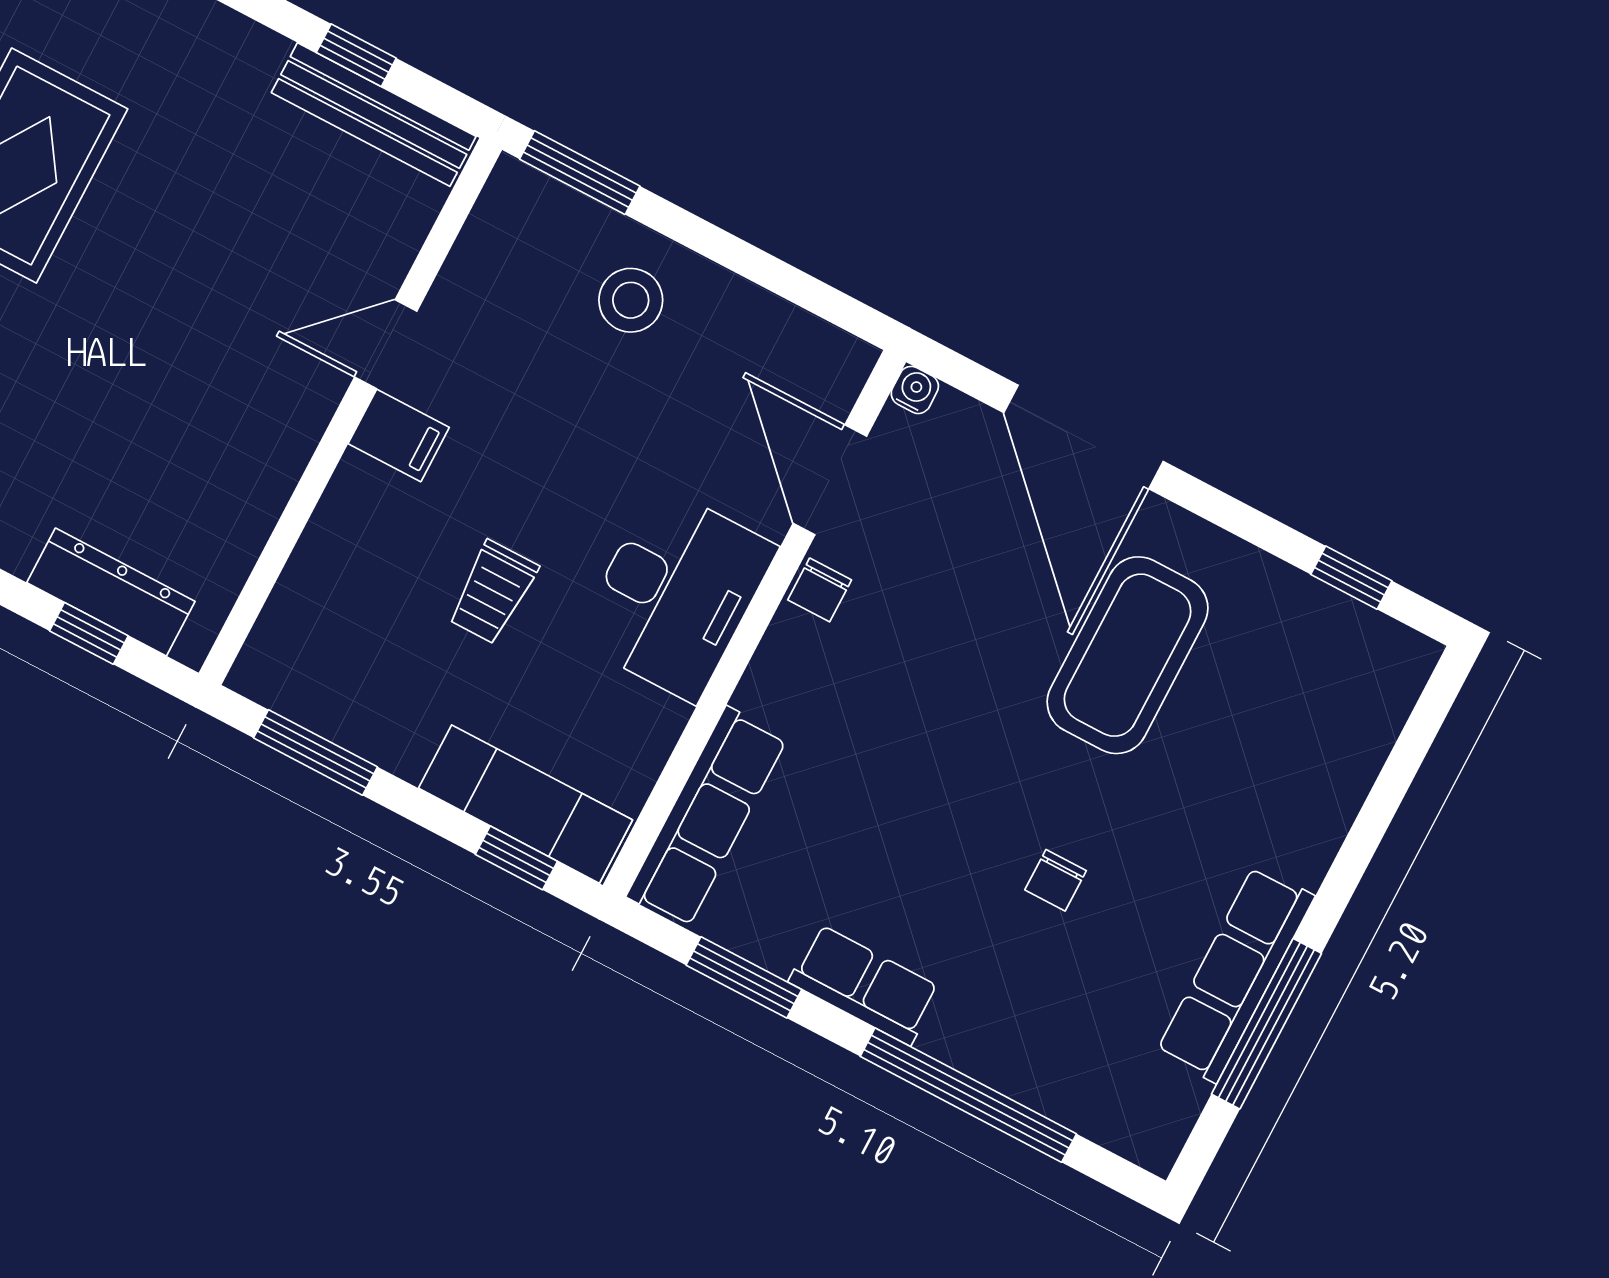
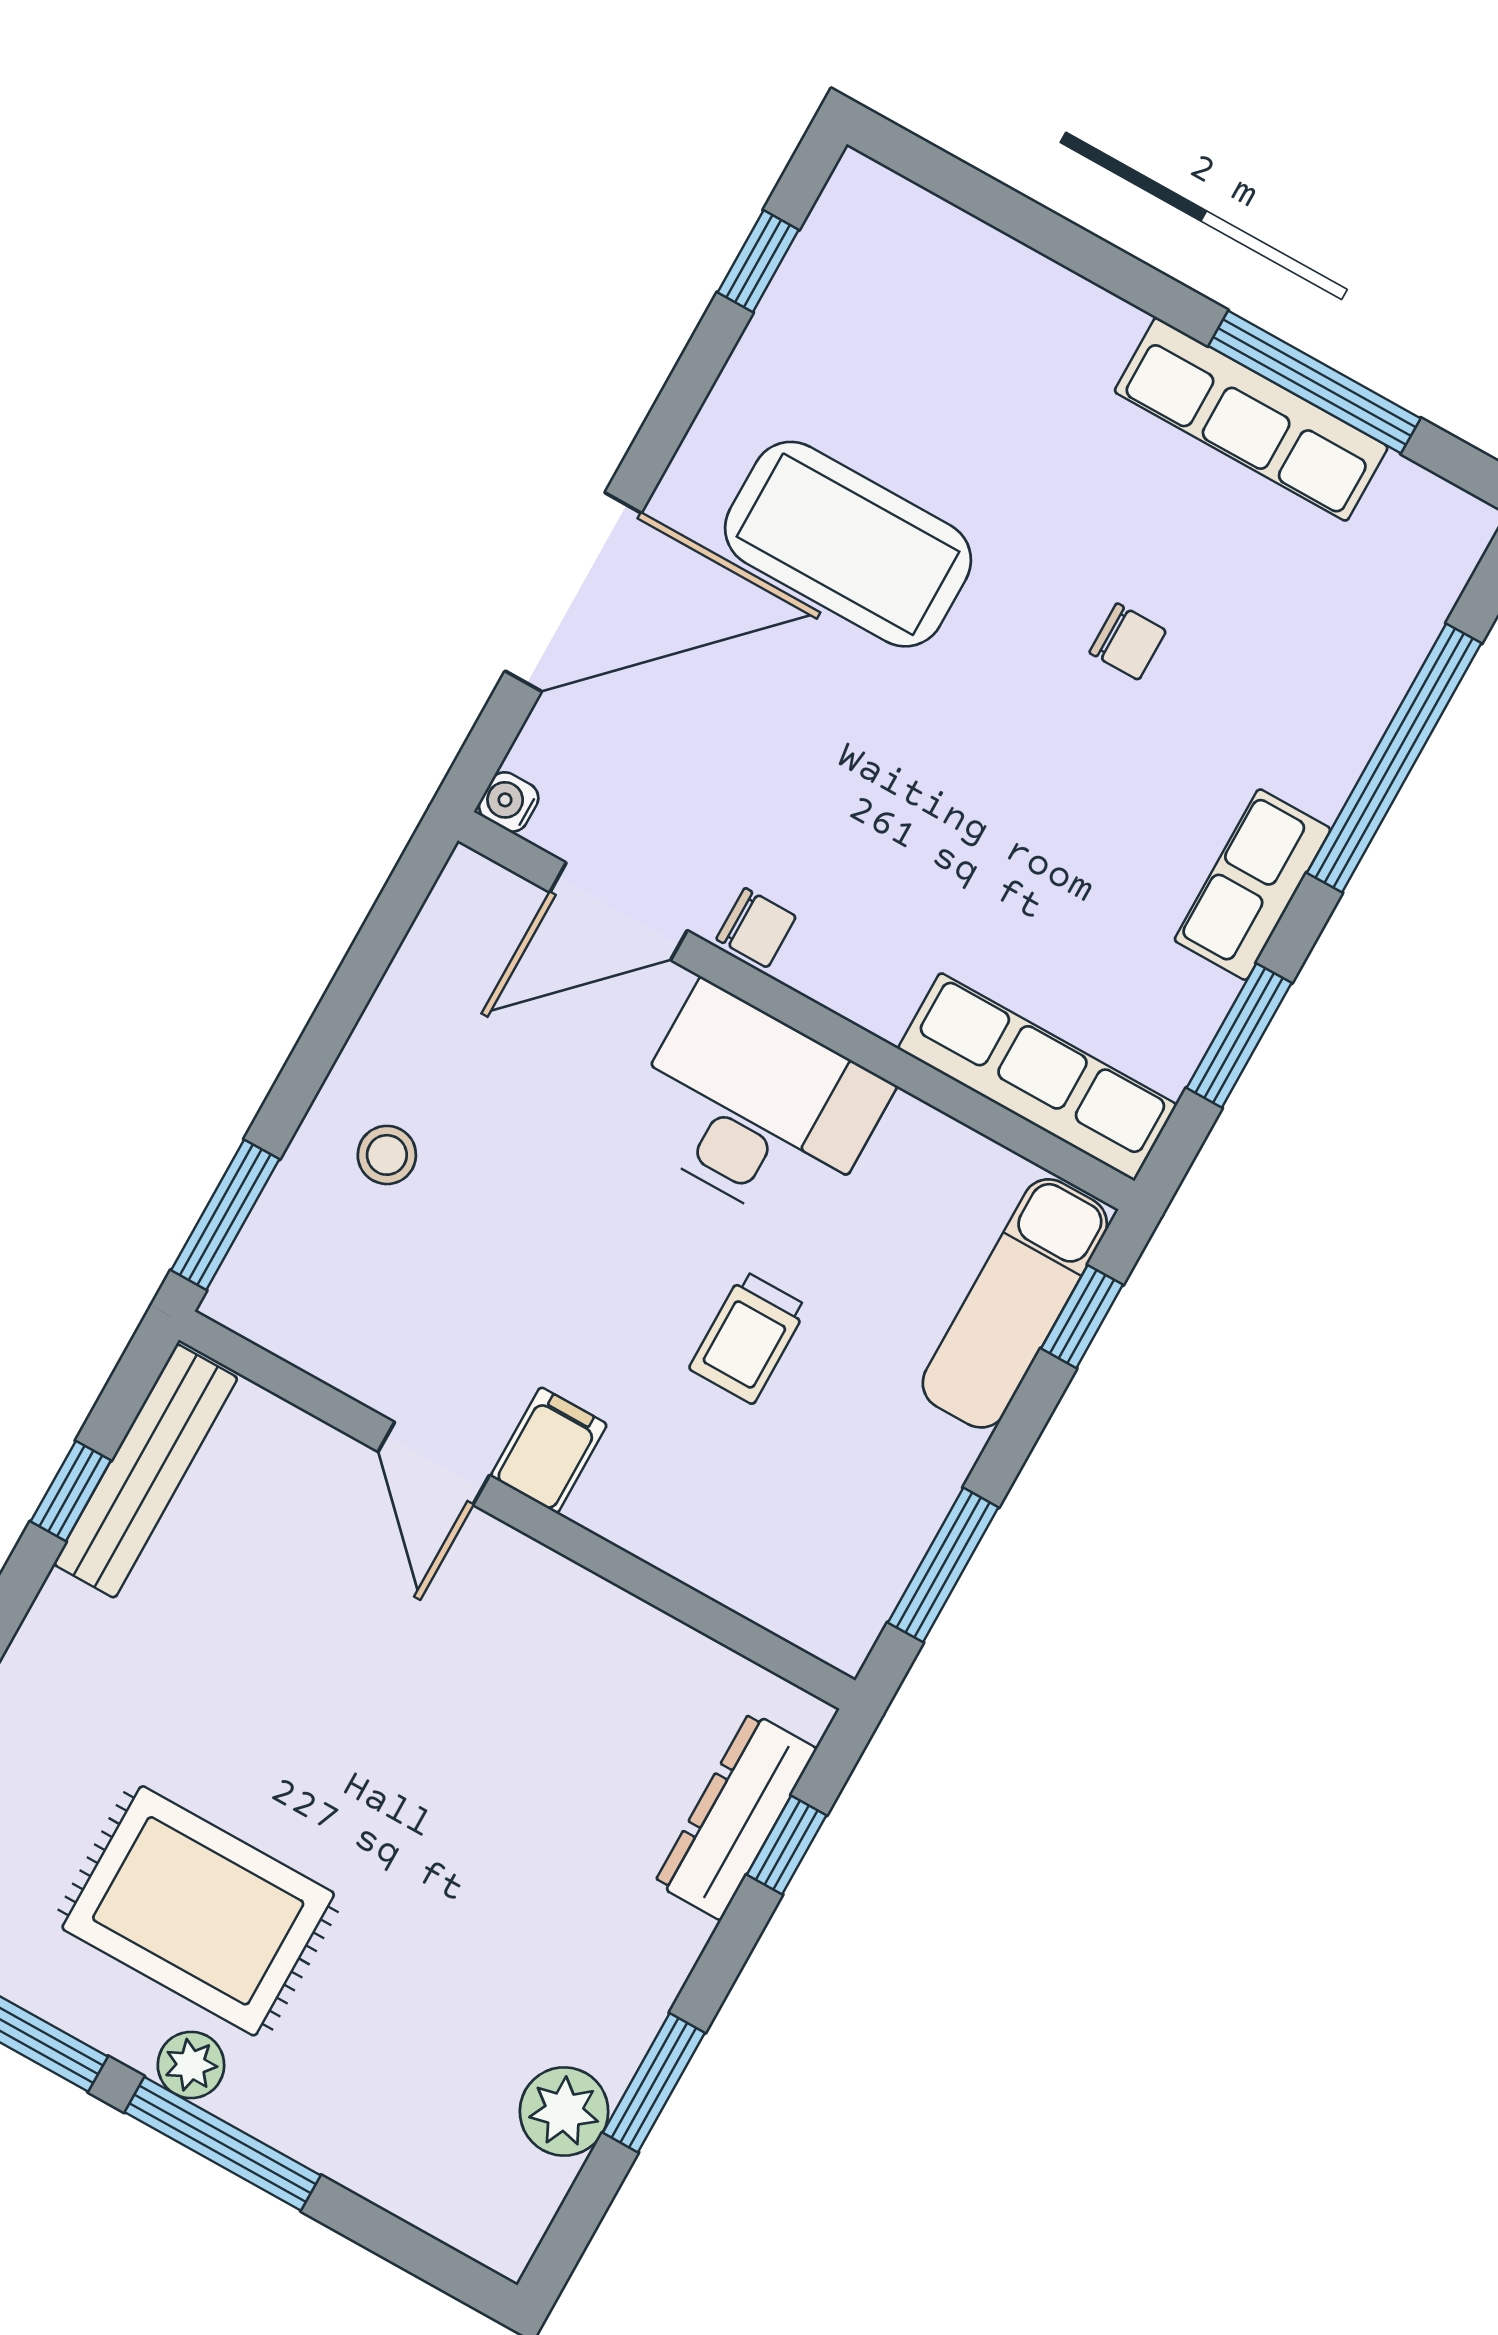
stool: (631, 300) -> (387, 1155), width x0.73, depth x0.73
trolley: (493, 592) -> (748, 1338), turned 90

